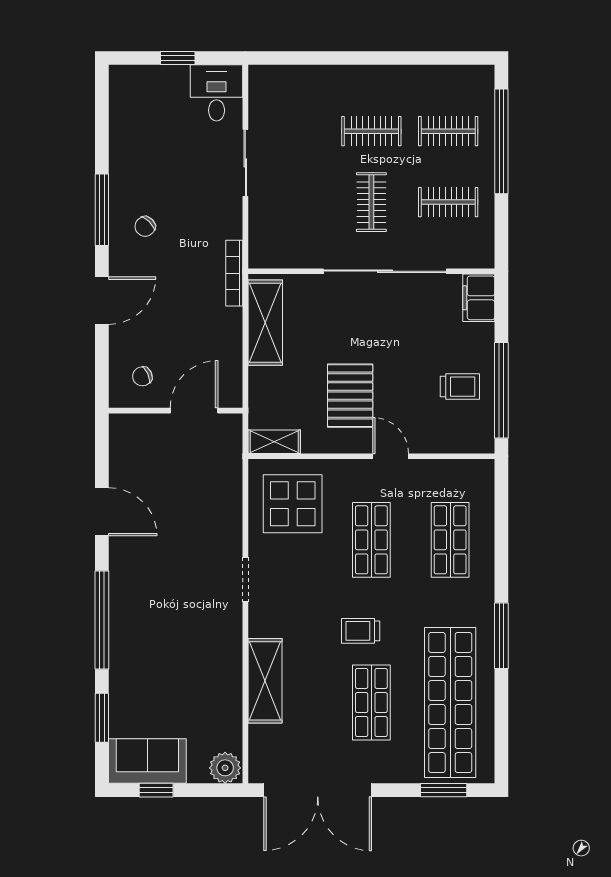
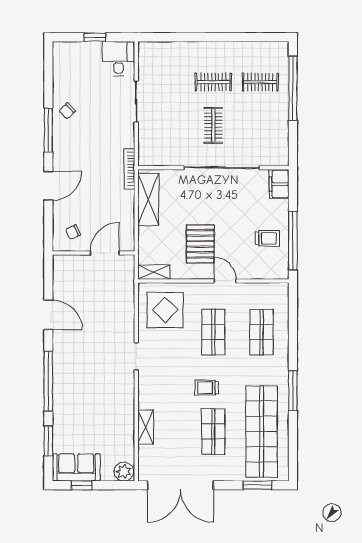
clothes rail: (448, 202) -> (260, 125), removed
chair: (145, 226) -> (67, 111), moved
shelving: (265, 681) -> (146, 427), width x0.67, depth x0.75

